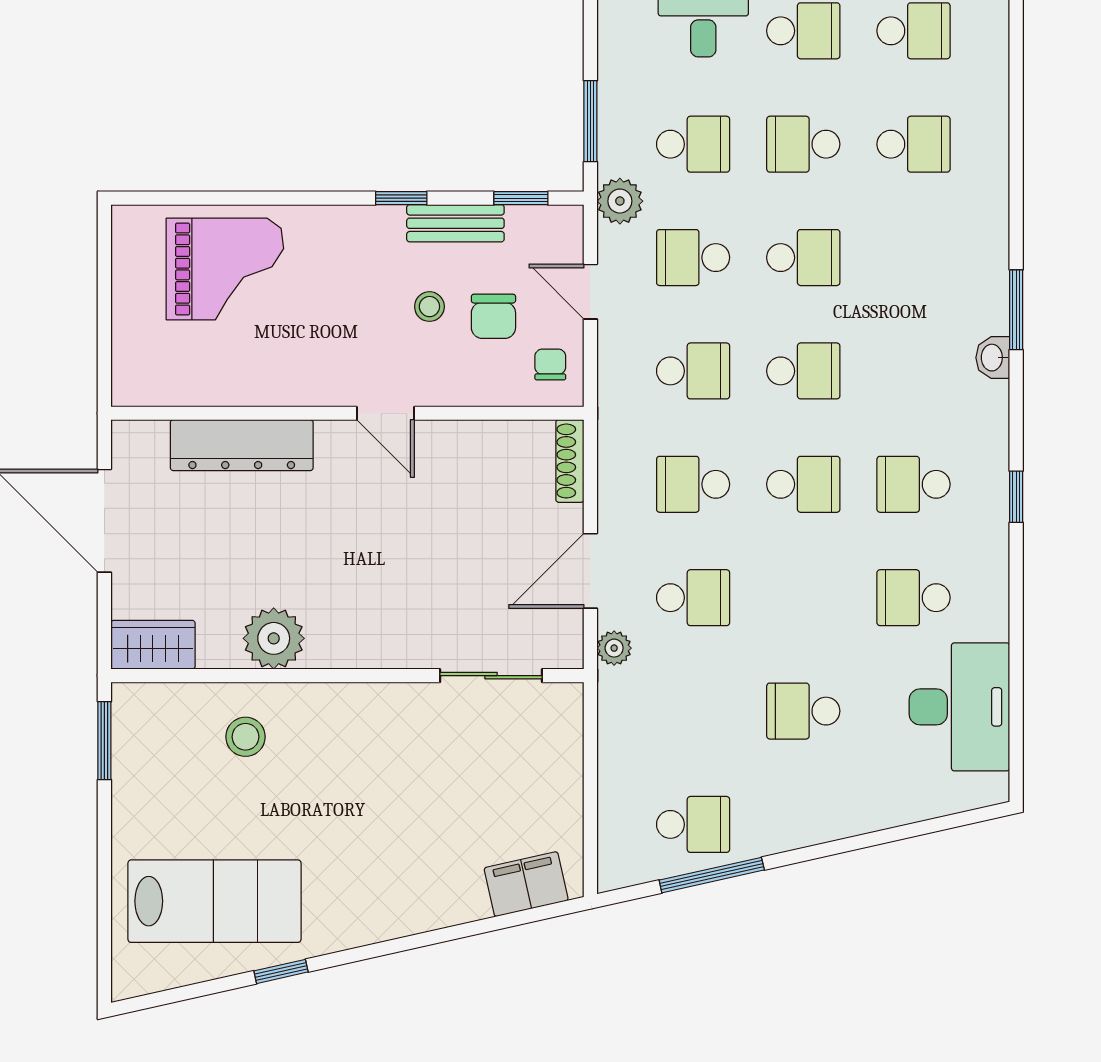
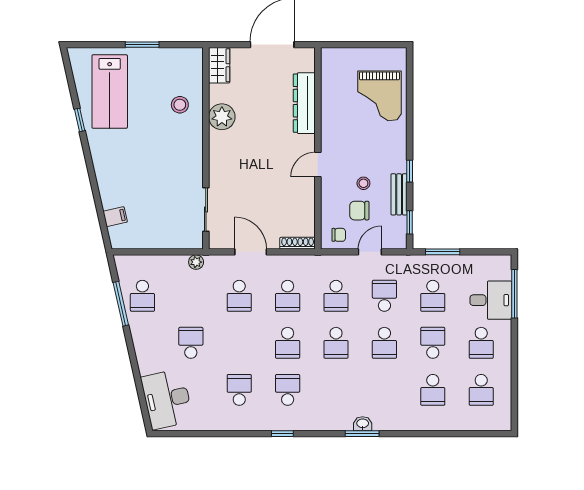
plant: (620, 201) -> (409, 265), removed
washbasin: (993, 358) -> (363, 424), moved
school desk: (693, 484) -> (288, 296), turned 180
plant: (614, 648) -> (196, 262), moved
desk: (959, 707) -> (167, 399), moved, turned 77
window: (104, 741) -> (142, 45), moved
filing cabinet: (526, 884) -> (115, 217), width x0.50

